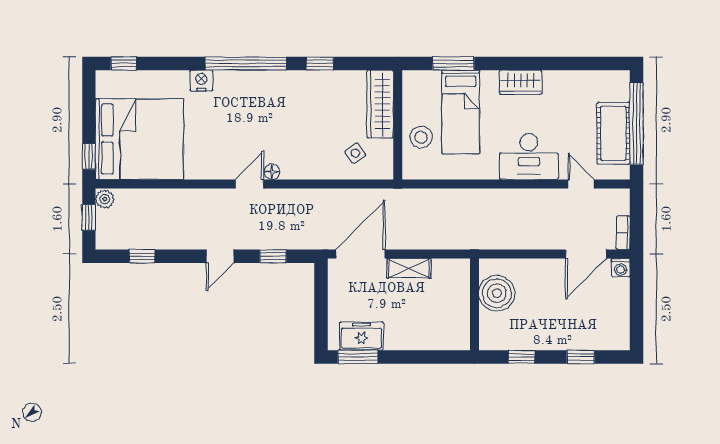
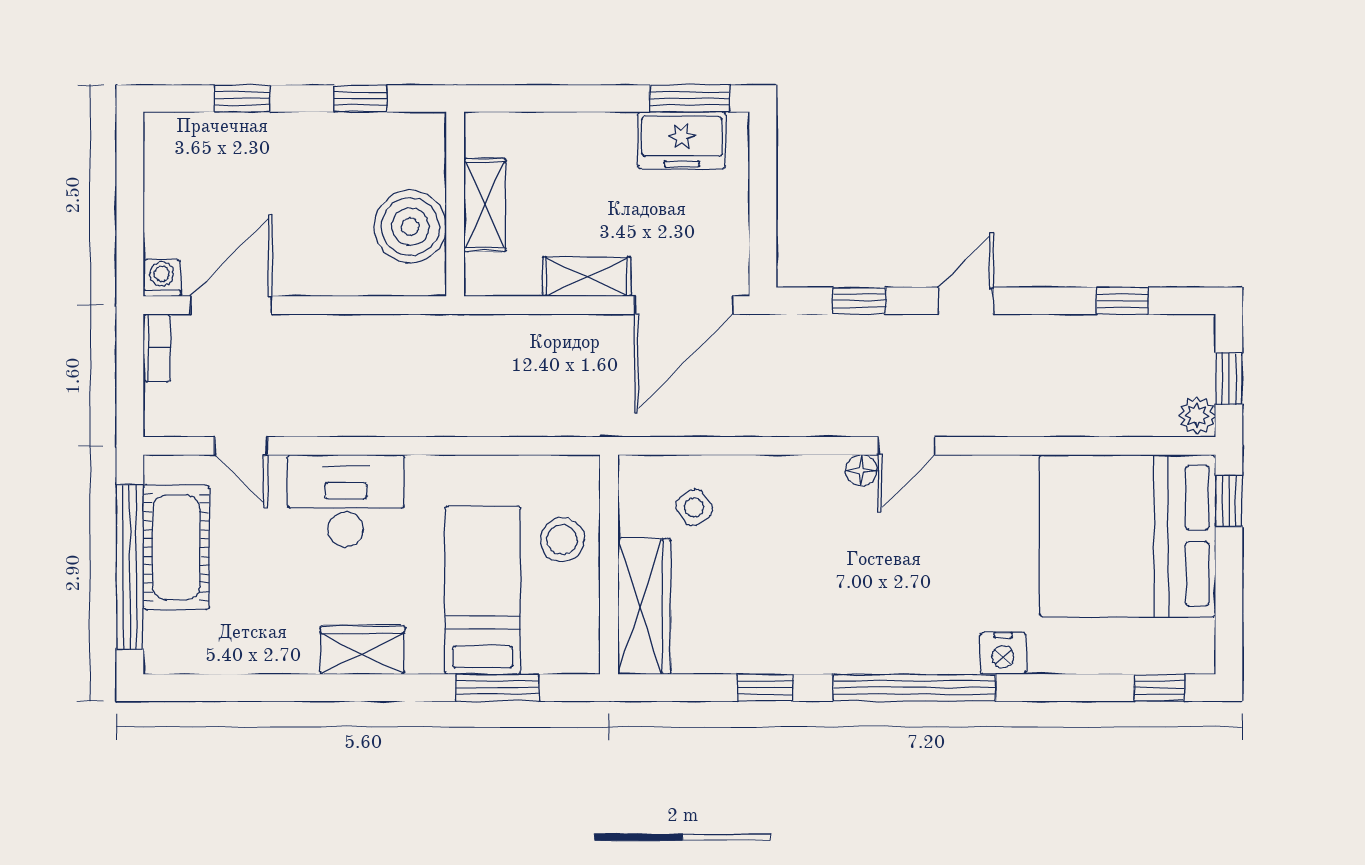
shelving: (460, 304) -> (485, 205), added

